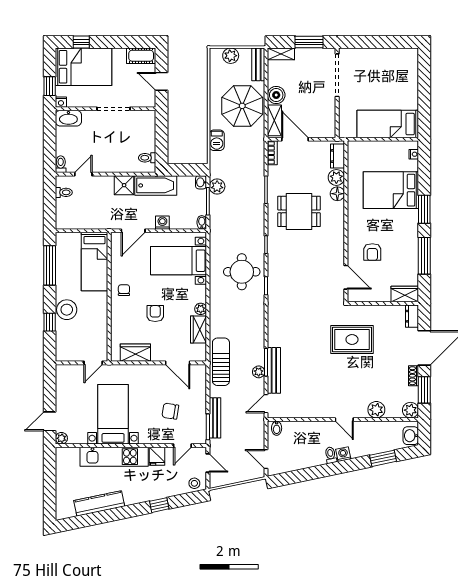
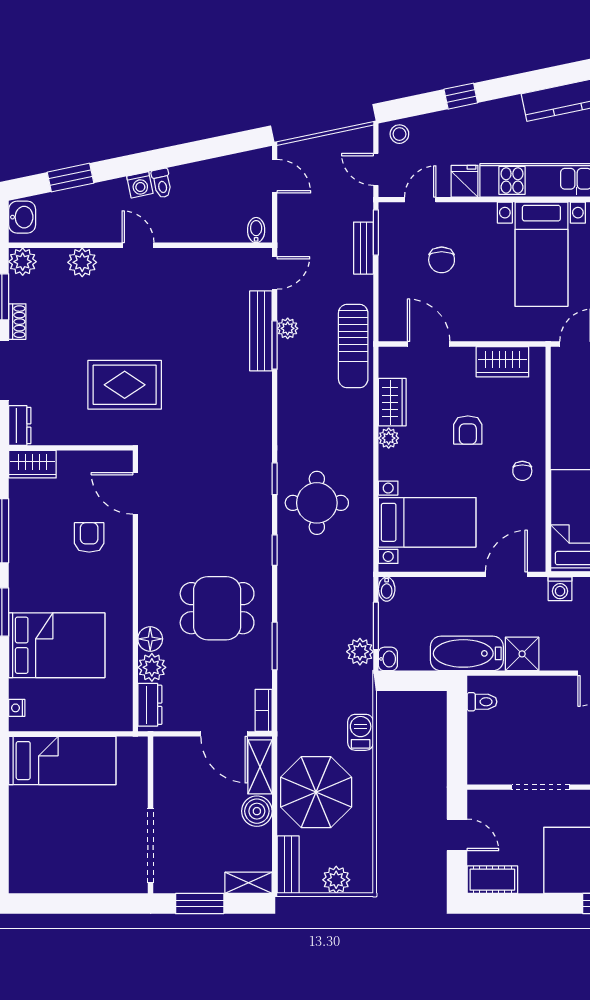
washing machine: (162, 223) -> (560, 589), moved
chair: (170, 411) -> (442, 260), turned 81
bench: (215, 418) -> (363, 248), width x0.73

